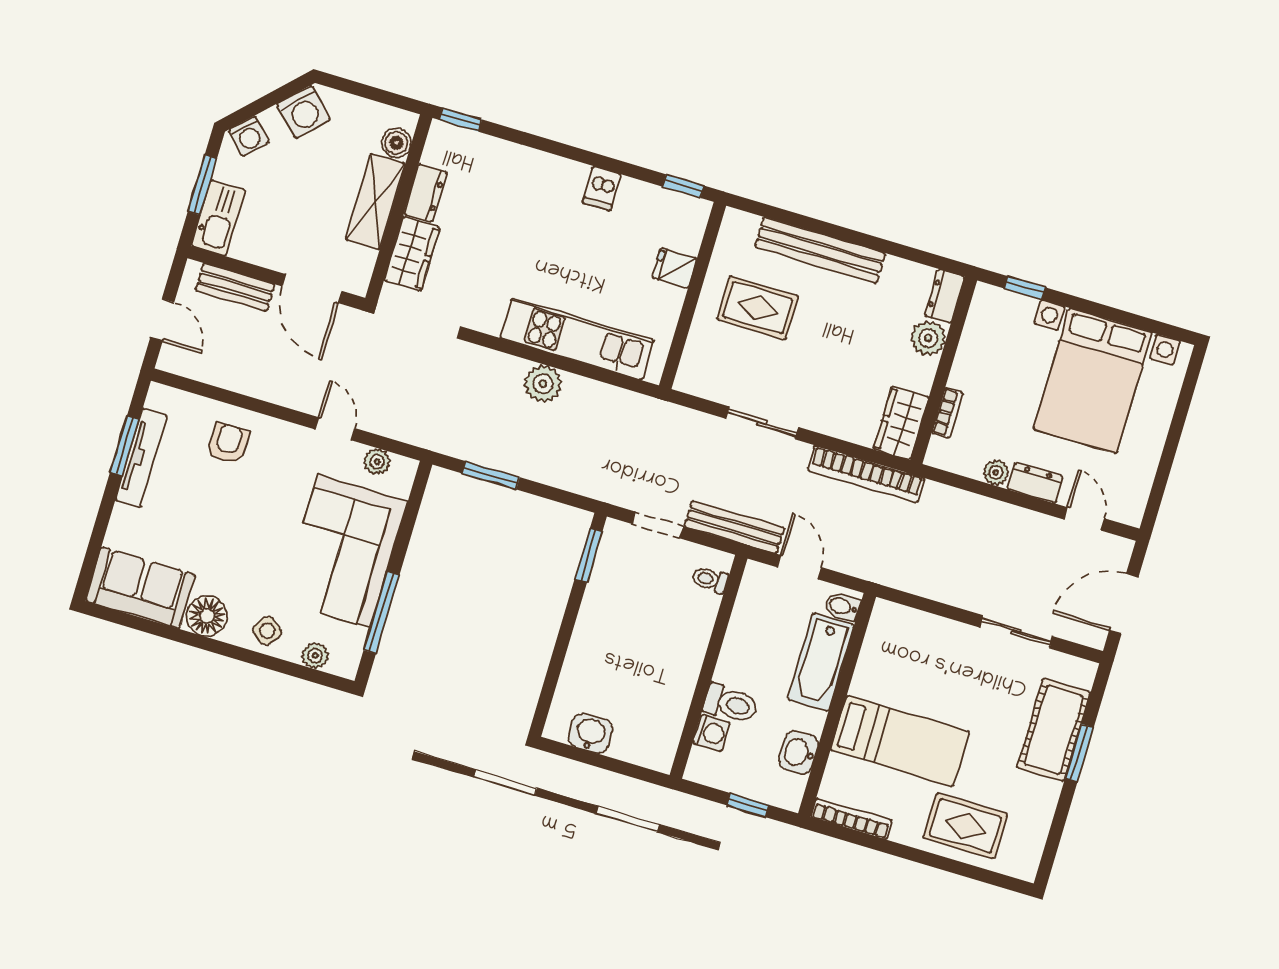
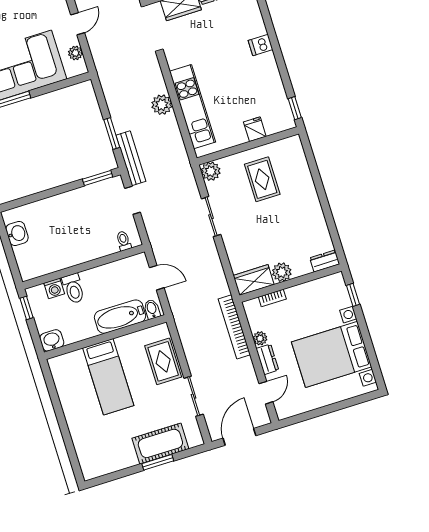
dishwasher: (602, 188) -> (261, 45), moved
bench: (820, 250) -> (308, 190), removed
plant: (928, 338) -> (282, 272), moved
plant: (693, 377) -> (211, 171), added
bookcase: (866, 474) -> (234, 327), moved
window: (491, 475) -> (112, 134), moved
bench: (734, 527) -> (131, 158), moved
door: (799, 567) -> (157, 278), hinge flipped
door: (1124, 604) -> (239, 437), hinge flipped
washbasin: (799, 753) -> (52, 340), moved
window: (748, 805) -> (26, 308), moved
bookcase: (851, 819) -> (58, 378), removed
rug: (965, 826) -> (163, 361), moved

